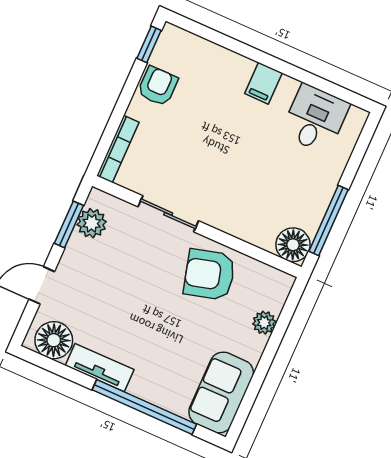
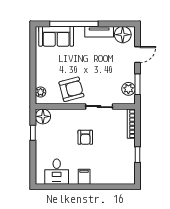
window: (149, 44) -> (137, 155), moved
armchair: (158, 86) -> (85, 137), moved
window: (328, 220) -> (33, 133), width x0.46
plant: (264, 323) -> (41, 92), moved
sofa: (221, 392) -> (56, 36), moved, turned 90

